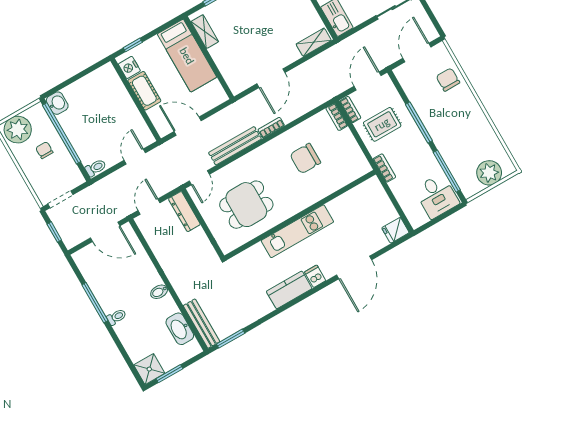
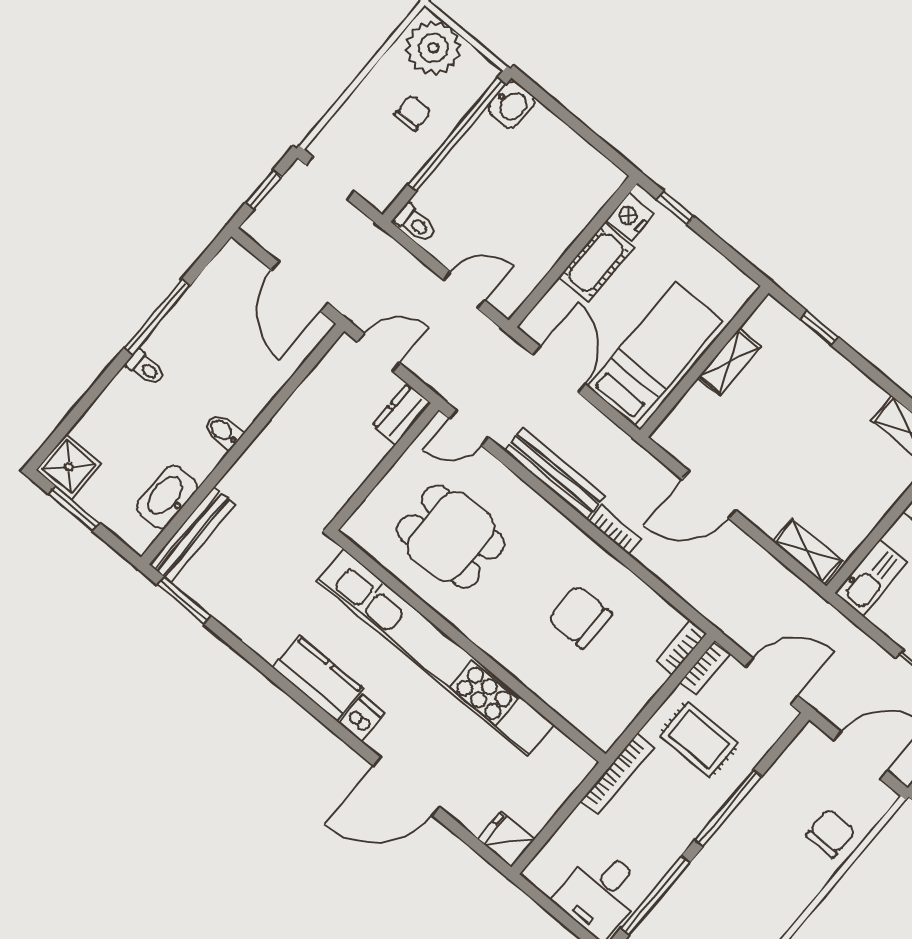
shelving: (205, 32) -> (730, 362), moved
bed: (187, 56) -> (655, 353), moved, turned 180
bookcase: (384, 168) -> (617, 774), width x1.56
dresser: (184, 212) -> (402, 414), width x0.70
kitchen unit: (297, 231) -> (436, 653), width x1.86

